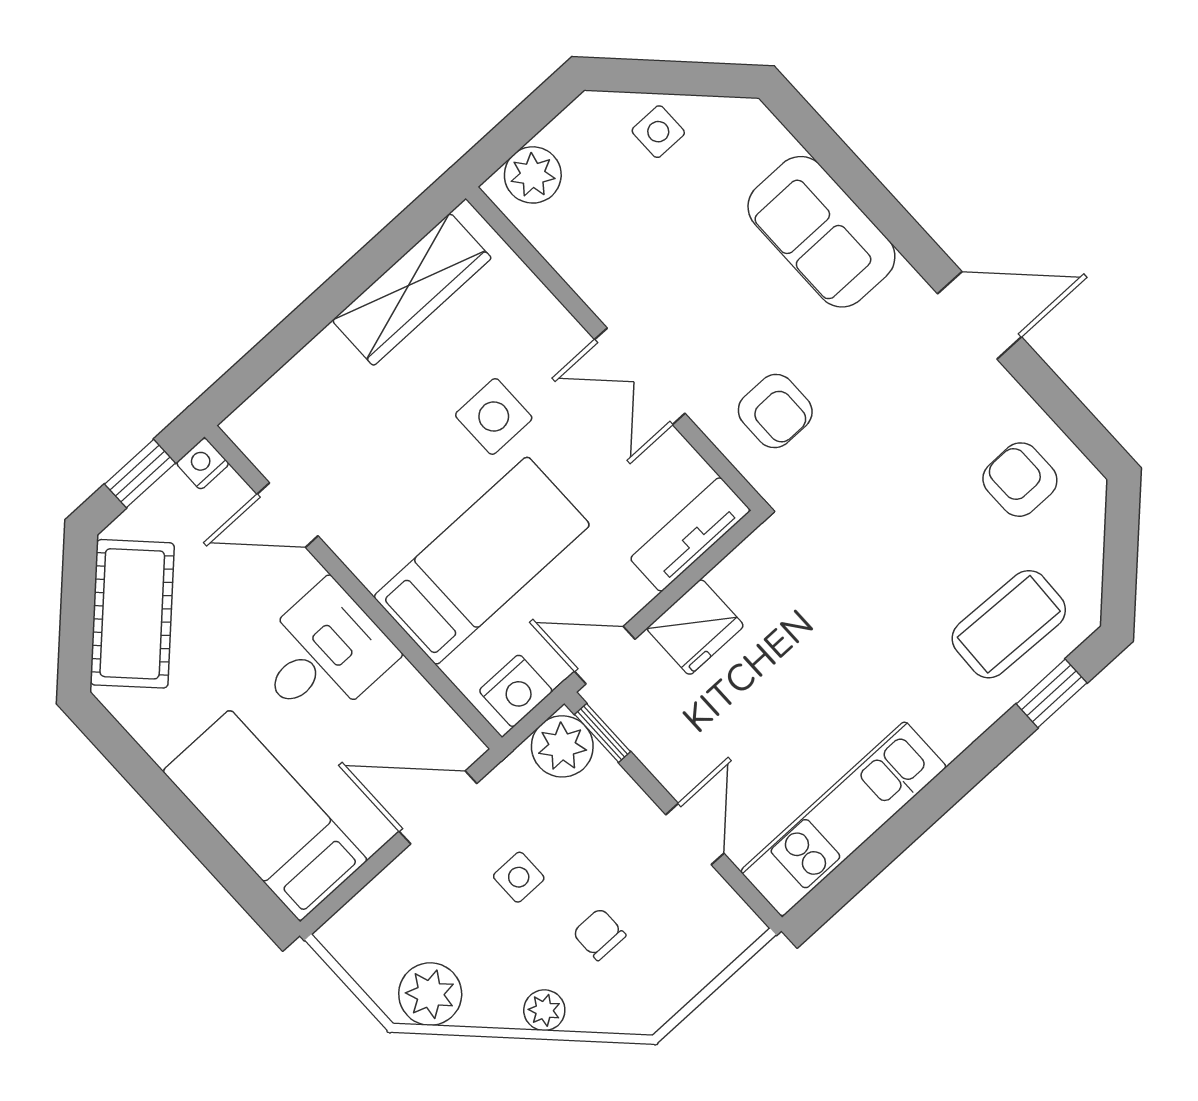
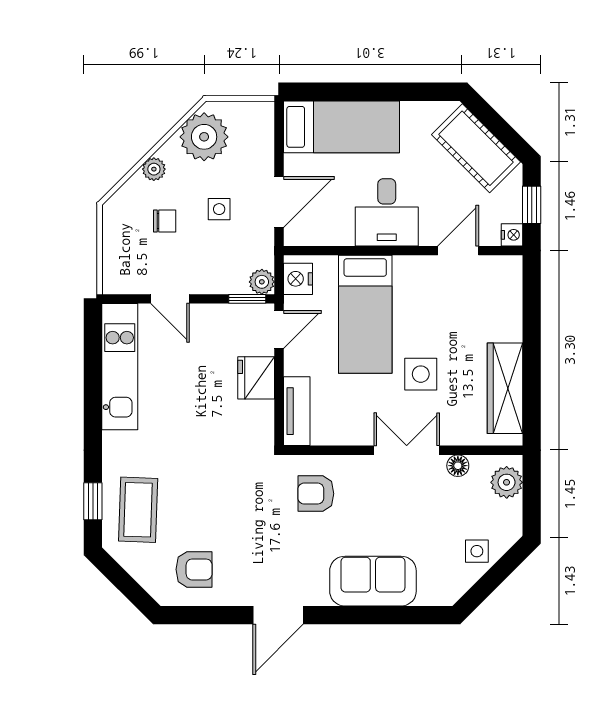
floor lamp: (569, 259) -> (458, 466), added
double door: (640, 376) -> (407, 450), moved
plant: (562, 746) -> (262, 282), width x0.73, depth x0.73
plant: (430, 994) -> (204, 137), width x1.36, depth x1.36

